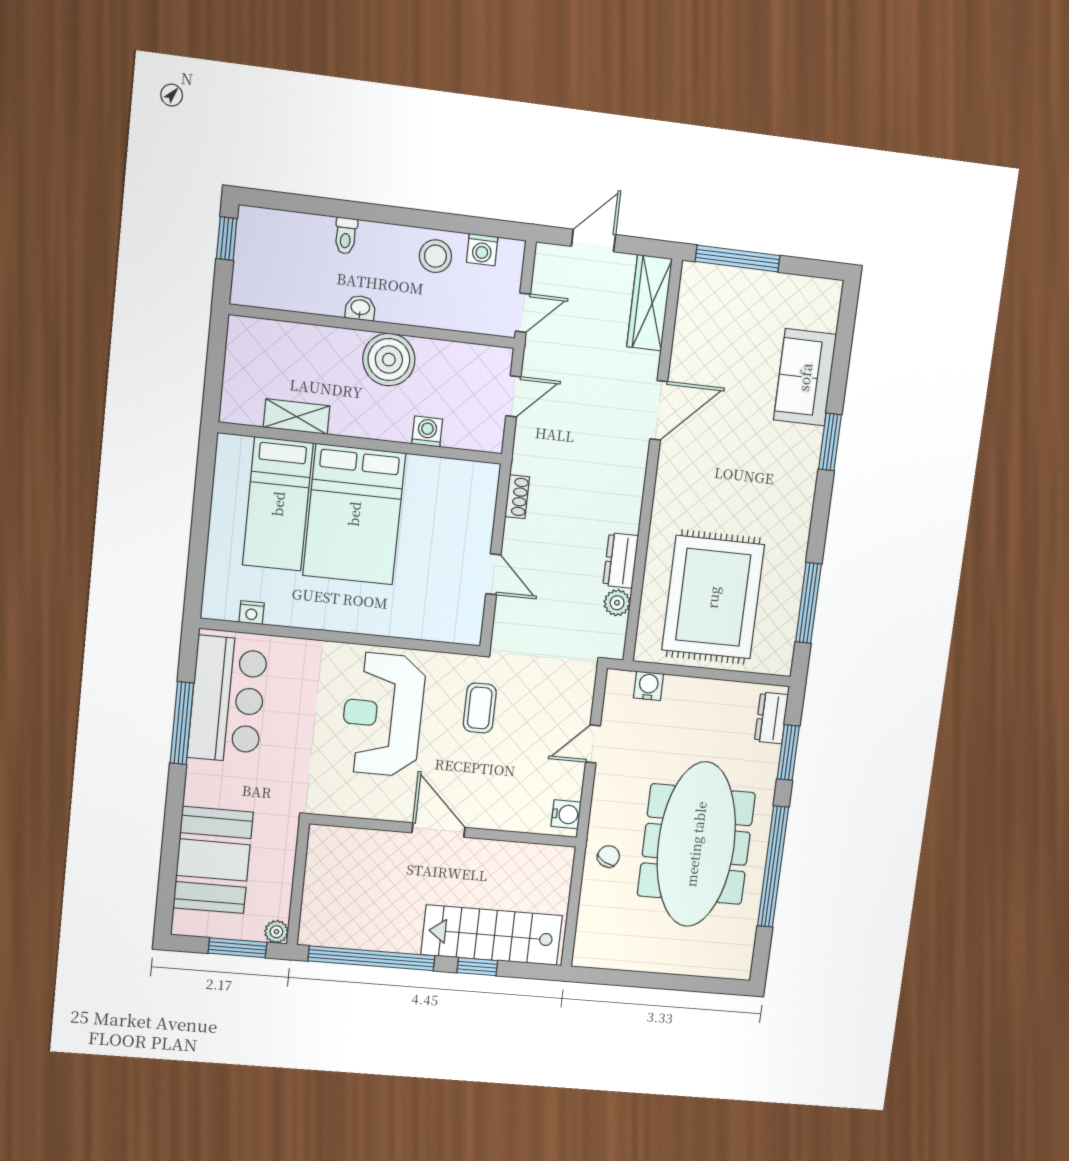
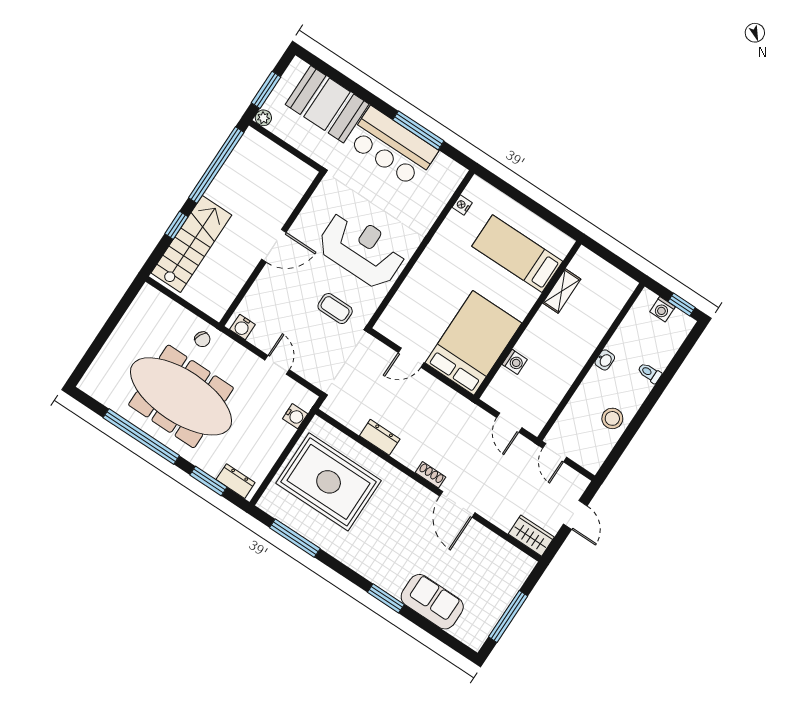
washing machine: (482, 250) -> (662, 309), moved, turned -90
window: (738, 259) -> (508, 616), moved
wardrobe: (650, 303) -> (531, 536), width x0.67
boiler: (389, 360) -> (567, 361), removed
shoe rack: (517, 497) -> (430, 475), moved, turned 180
bed: (354, 514) -> (473, 343), moved, turned 90
plant: (617, 603) -> (356, 422), removed
bar counter: (228, 699) -> (392, 147), moved

